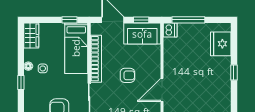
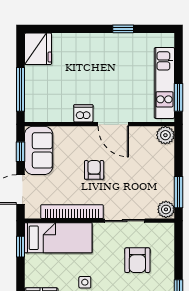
dishwasher: (170, 30) -> (83, 113), moved
fridge: (221, 44) -> (38, 49), moved, turned -90
window: (234, 73) -> (123, 29), moved

